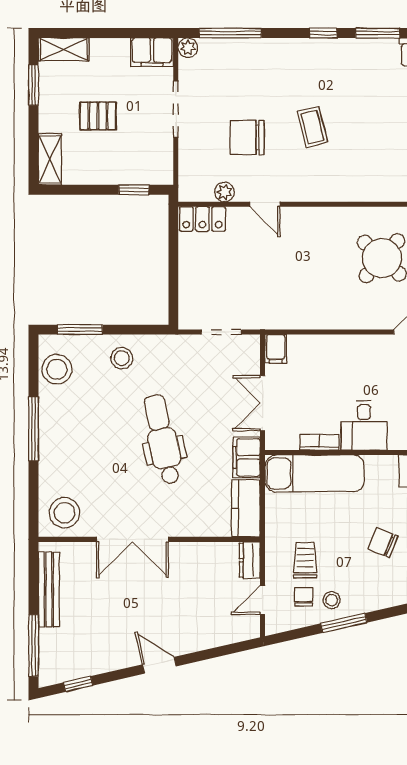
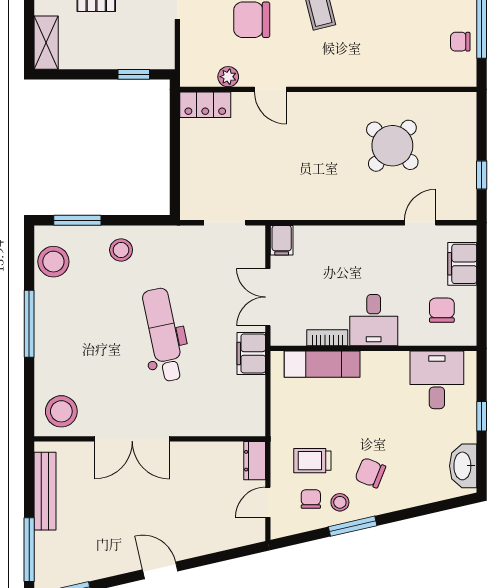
exam couch: (315, 473) -> (322, 364), width x0.73, depth x0.69
kitchen counter: (246, 508) -> (250, 407), removed
chair: (383, 543) -> (370, 473), moved
trolley: (305, 560) -> (312, 461), turned -90

